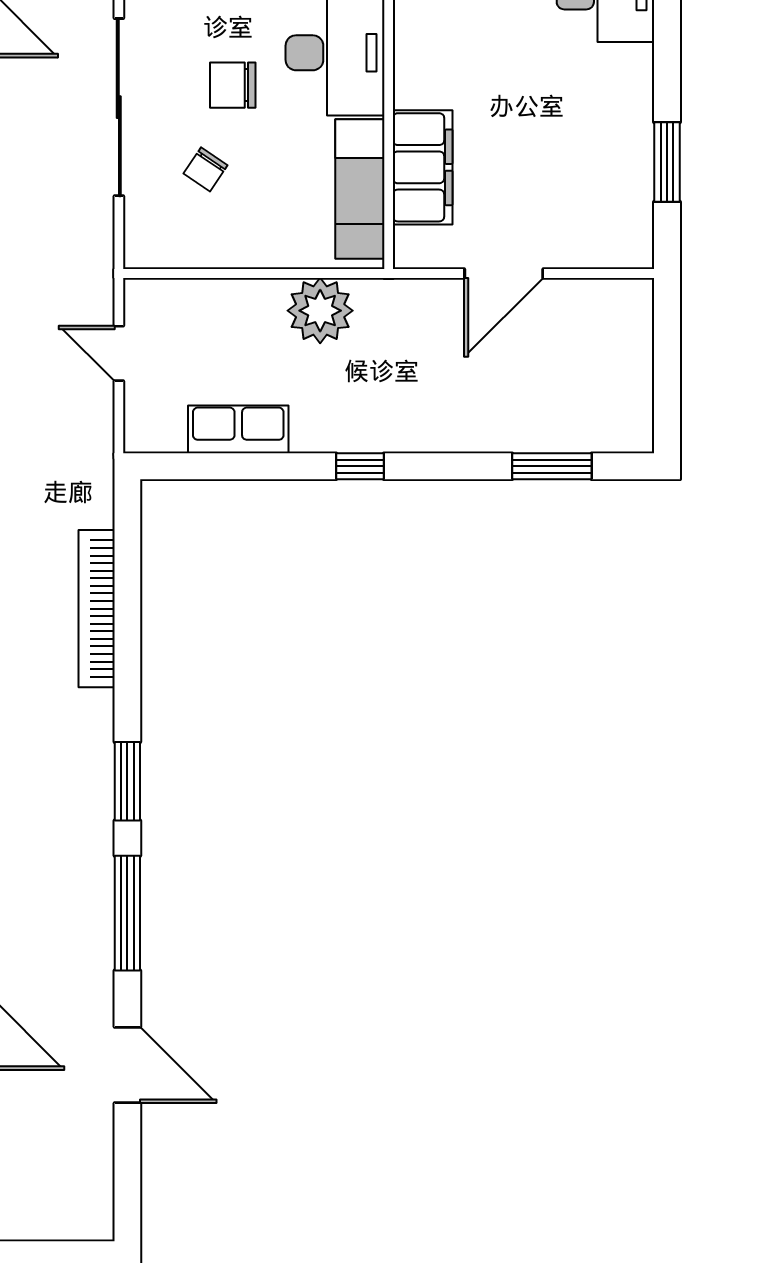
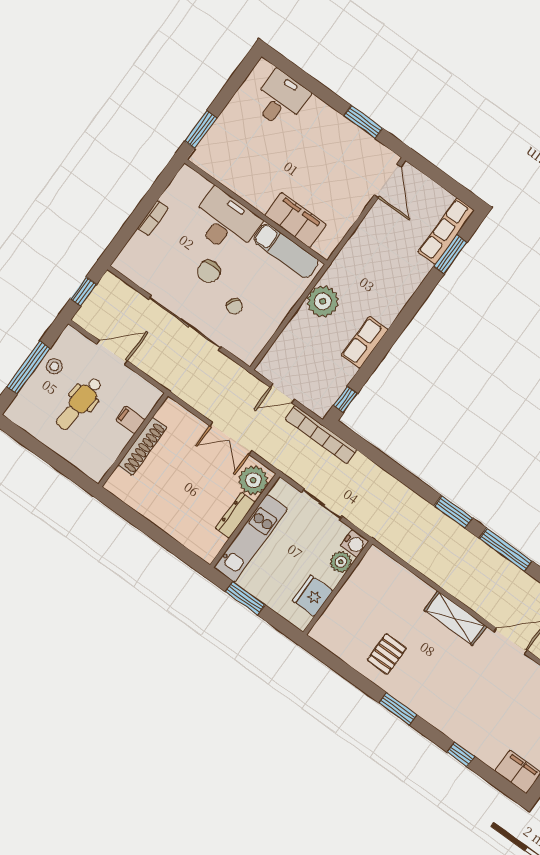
door: (504, 273) -> (388, 181), moved
row of seats: (238, 429) -> (365, 342), moved
row of seats: (585, 431) -> (446, 231), added
window: (360, 466) -> (345, 400), moved
bookcase: (97, 609) -> (321, 435), moved

